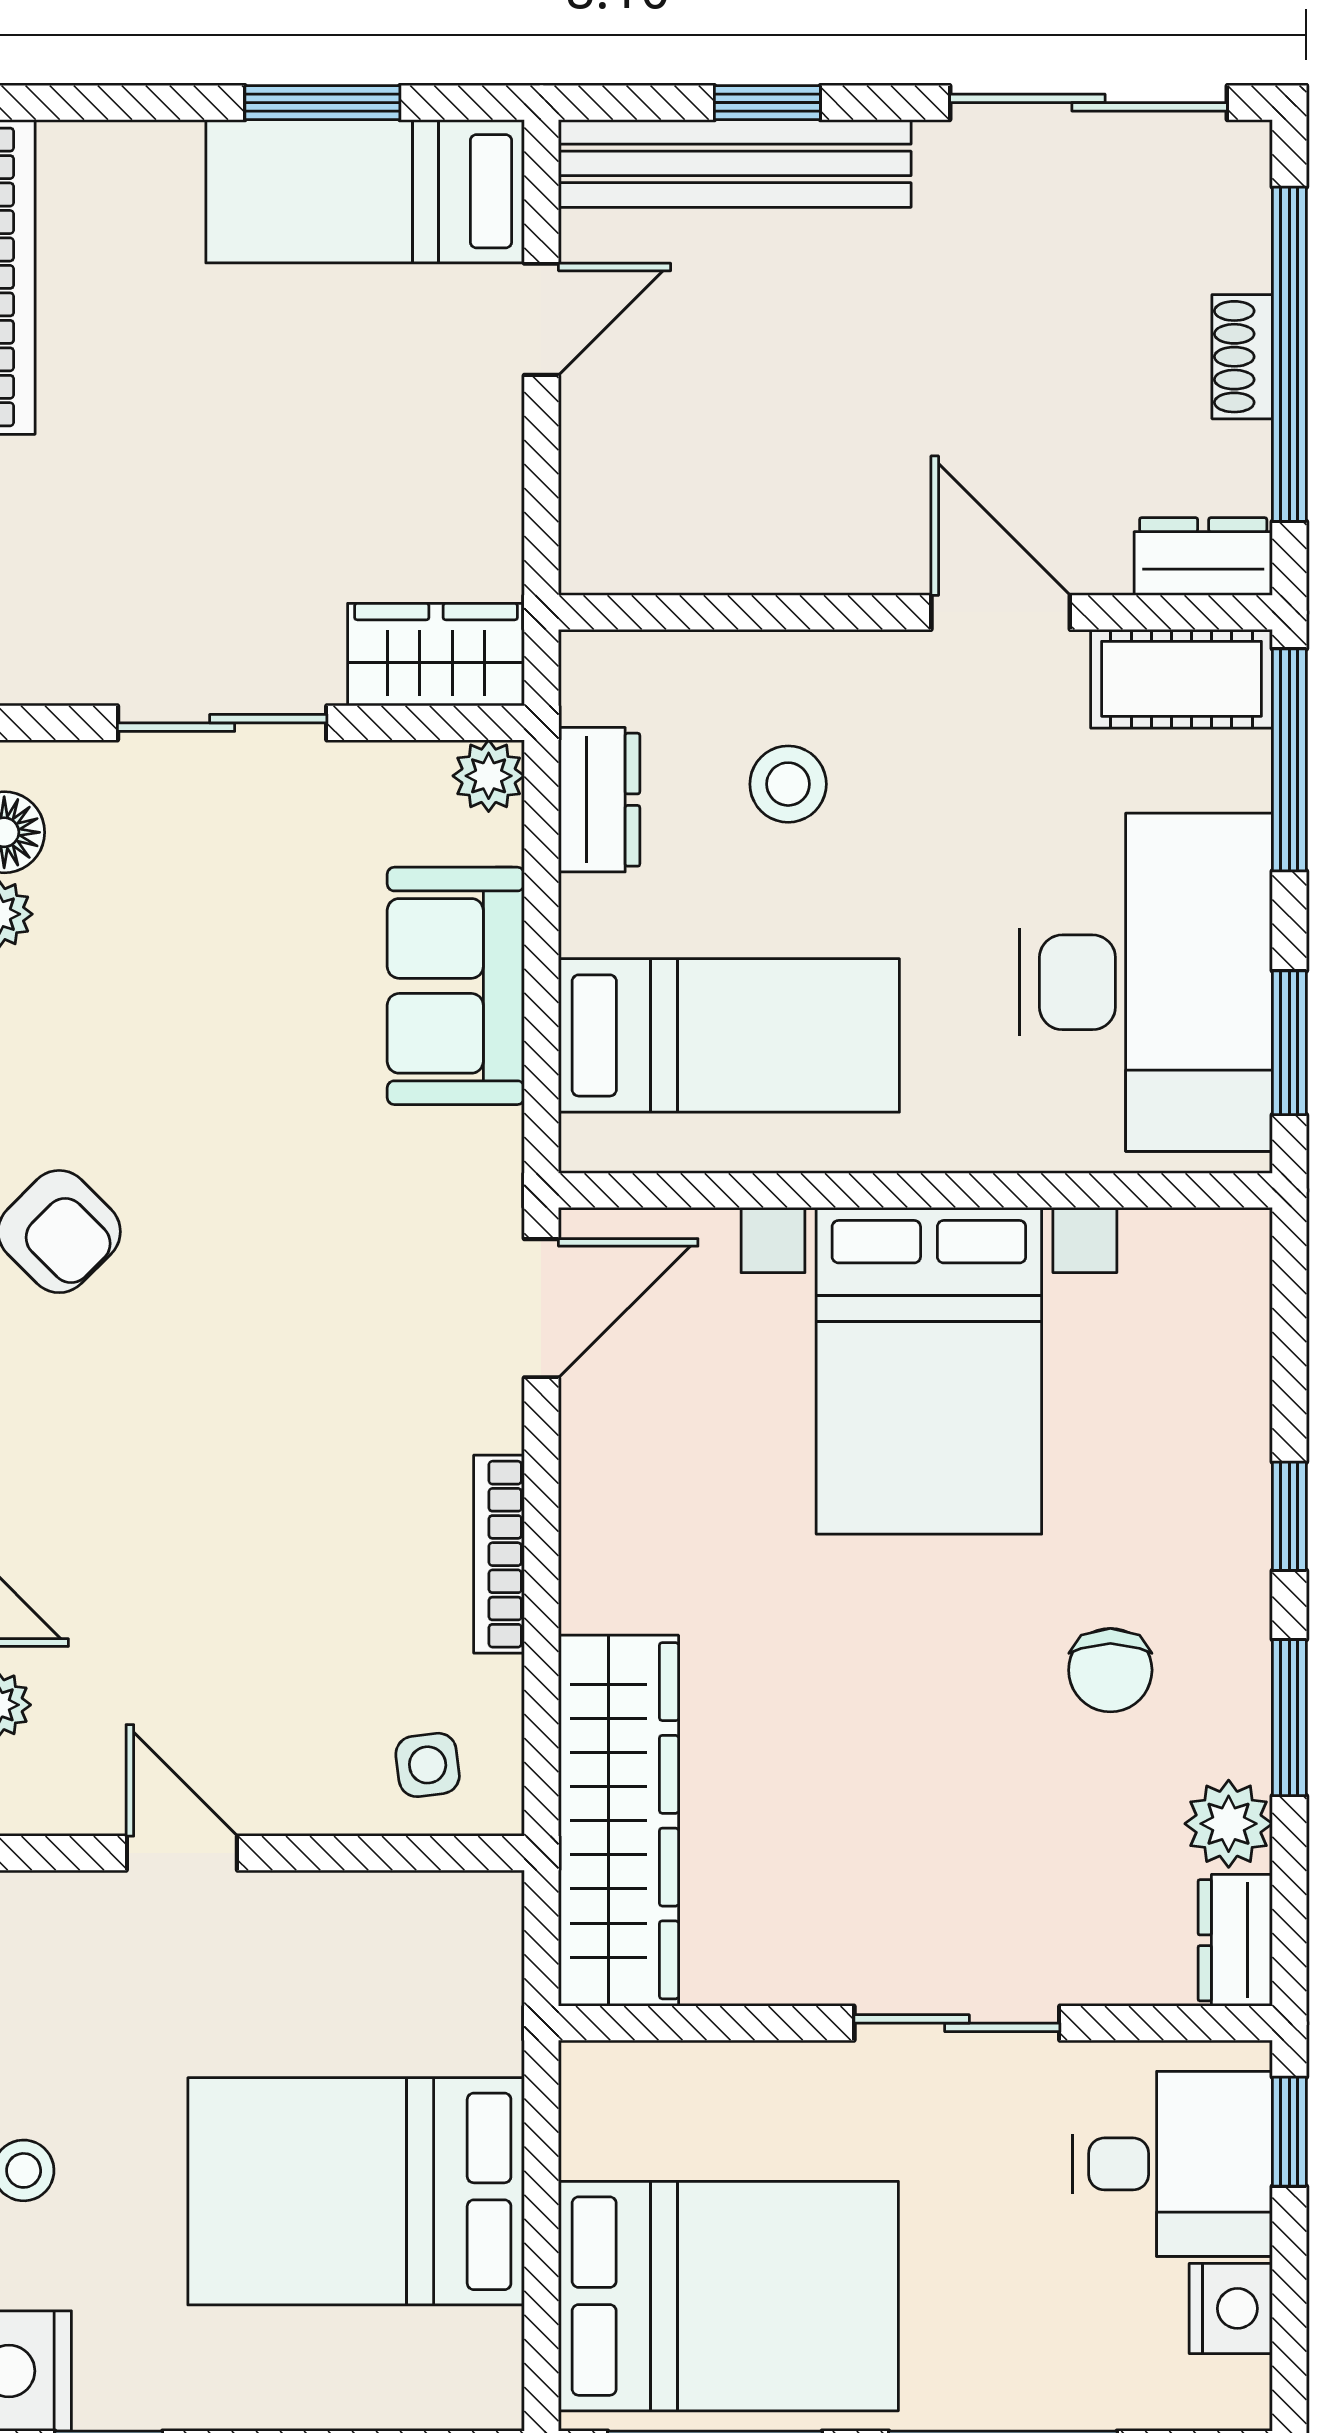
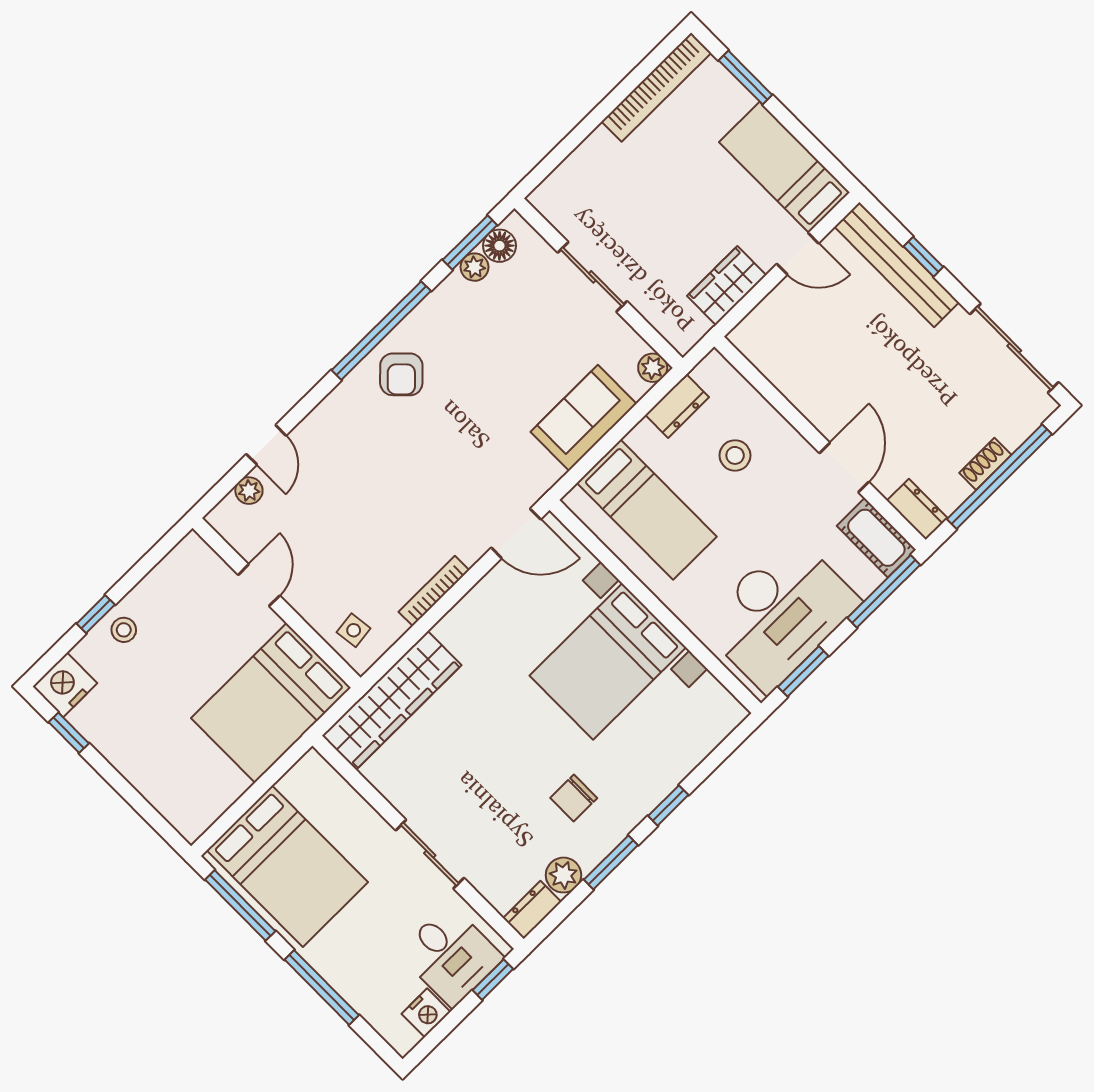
window: (322, 103) -> (745, 78), moved
wardrobe: (436, 655) -> (727, 286), moved, turned -90
bed: (356, 2191) -> (271, 703), moved, turned -90

